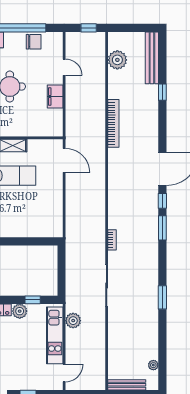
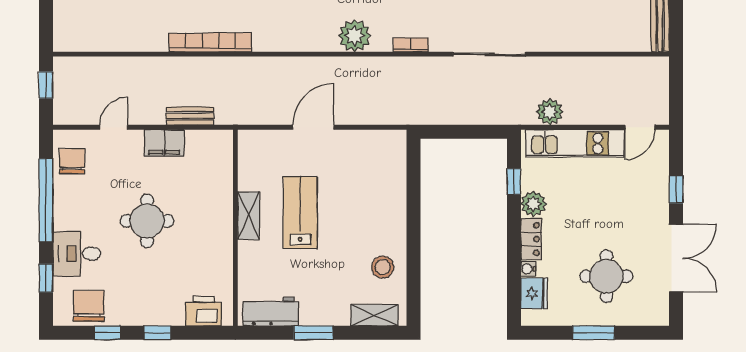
chair: (34, 42) -> (72, 161), moved
plant: (117, 60) -> (355, 36), moved
bench: (71, 111) -> (190, 116), added
door: (64, 160) -> (313, 127), moved
door: (64, 373) -> (640, 127), swing flipped

